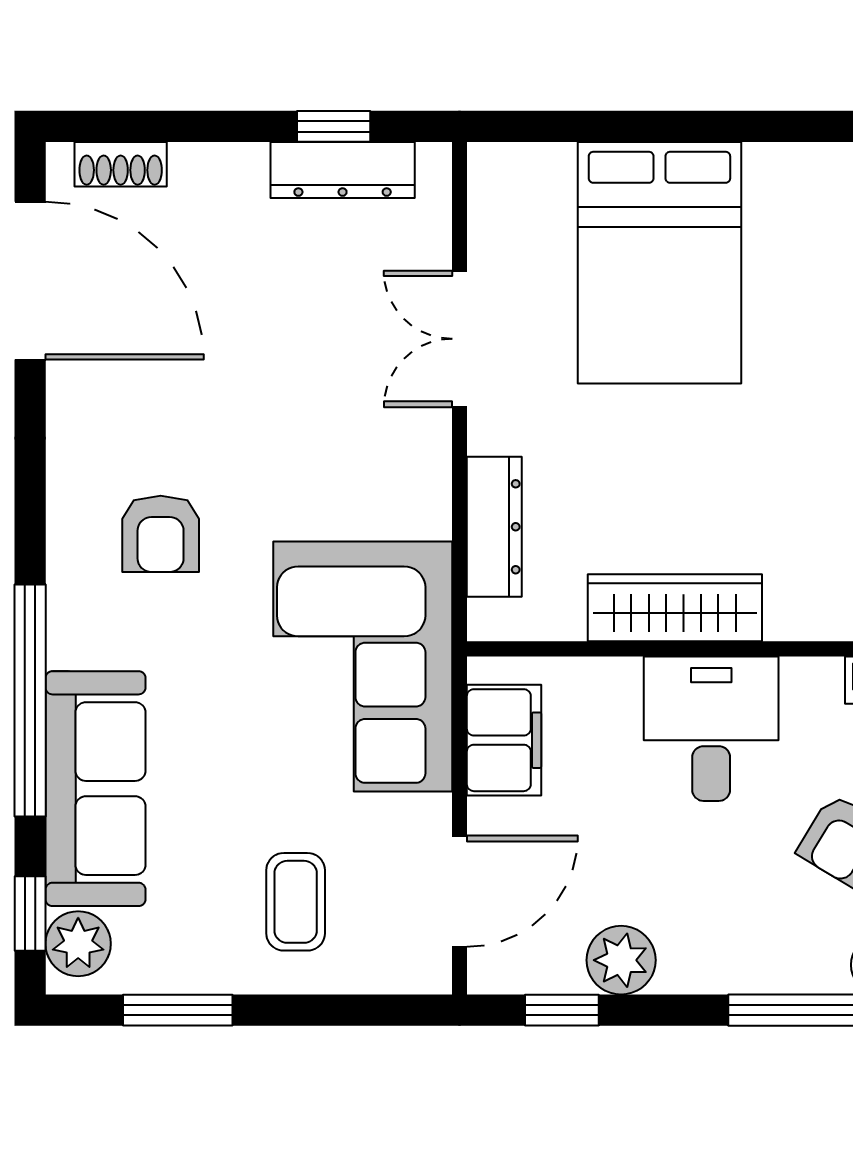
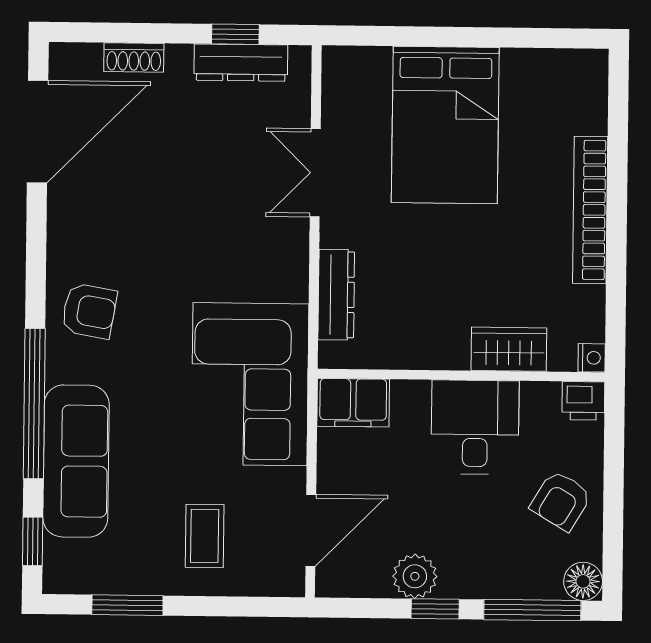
shoe rack: (121, 164) -> (134, 58), moved
door: (30, 281) -> (38, 132), hinge flipped
armchair: (161, 534) -> (89, 311), moved, turned -80
wardrobe: (675, 608) -> (509, 349), moved, width x0.67
filing cabinet: (504, 740) -> (353, 403), moved, turned 90
plant: (78, 944) -> (63, 561), removed
window: (562, 1010) -> (435, 609), moved

